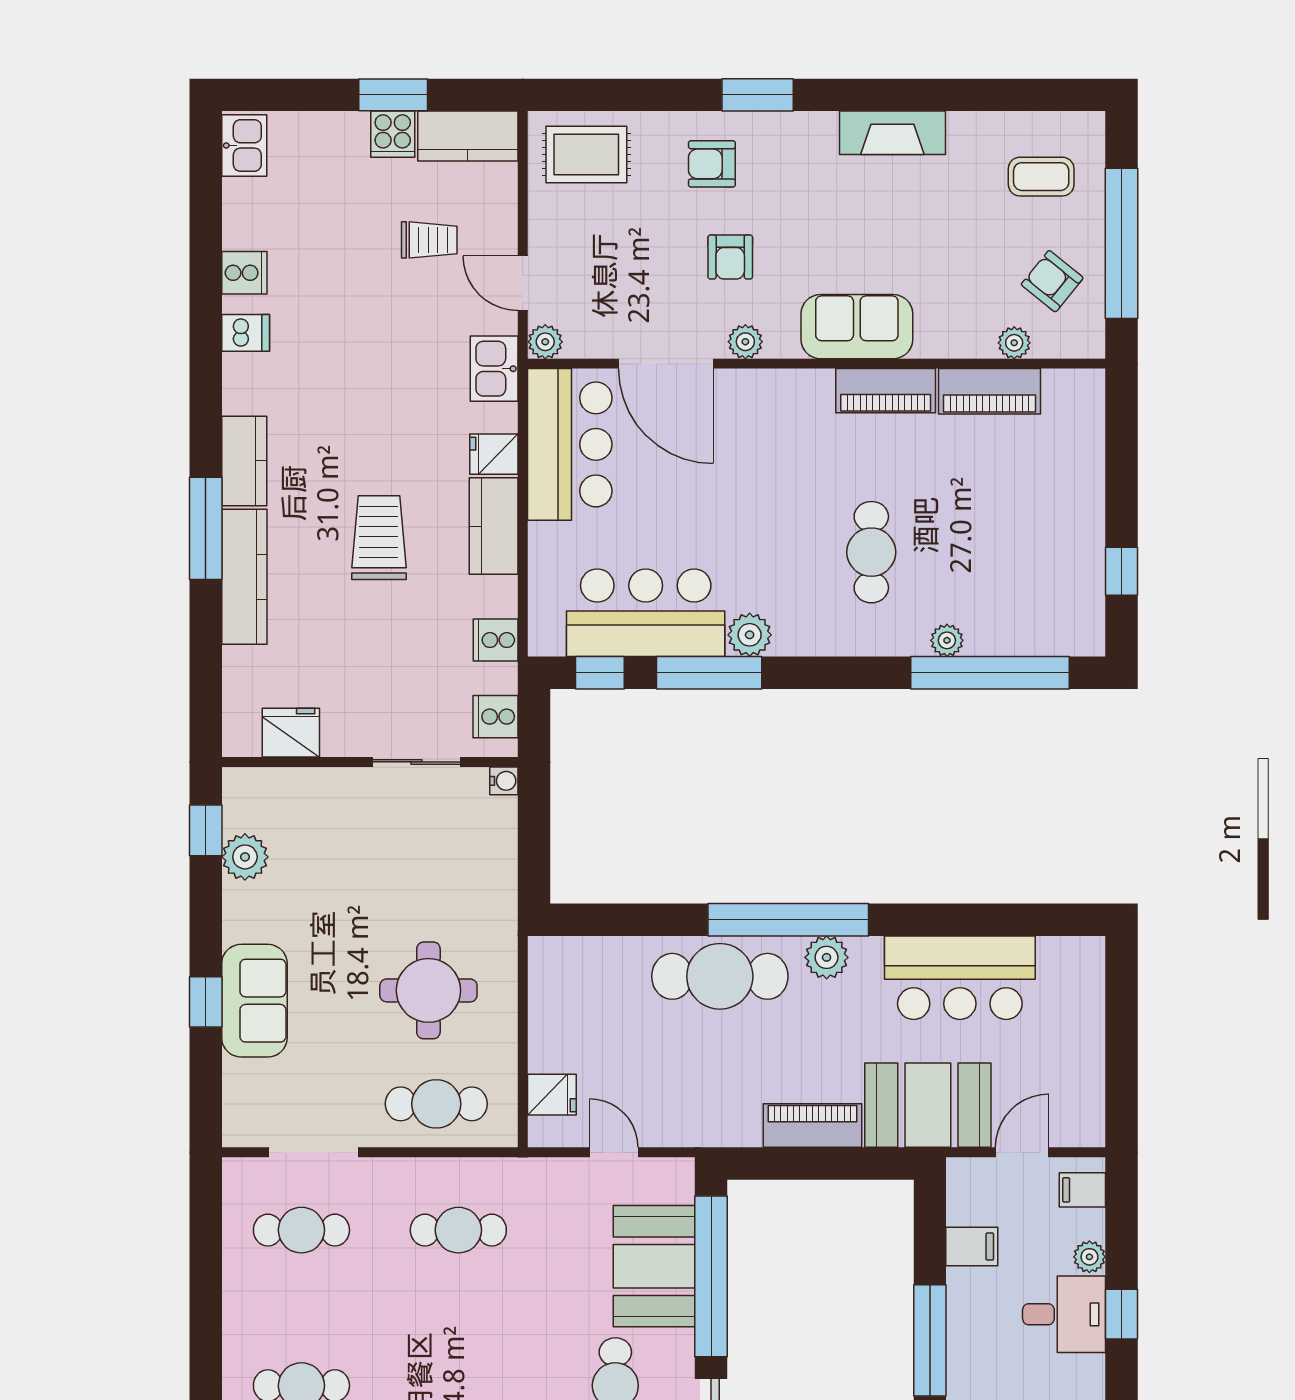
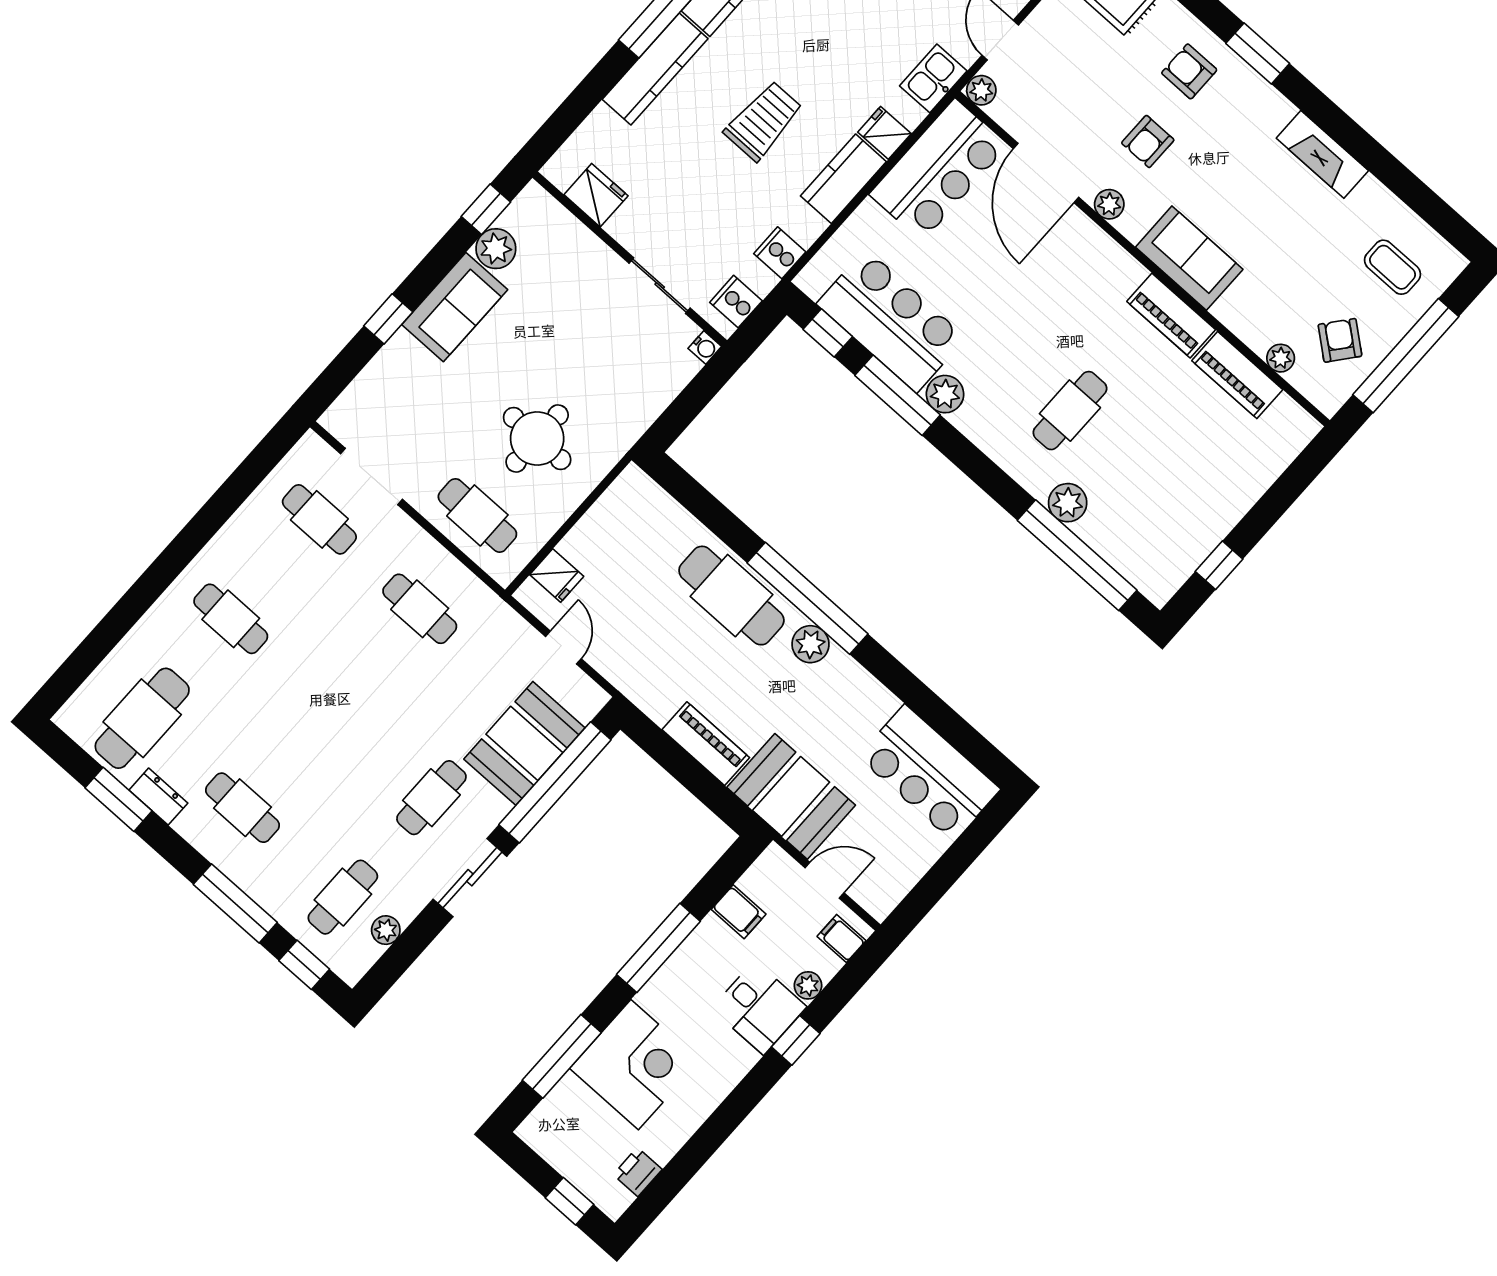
plant: (947, 640) -> (1068, 503), width x1.38, depth x1.38
bar counter: (960, 978) -> (929, 773), moved
sofa: (254, 1001) -> (455, 307), moved

